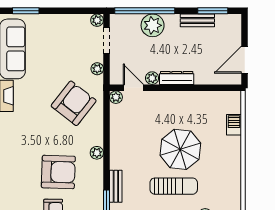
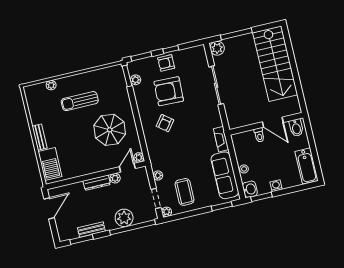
coffee table: (68, 40) -> (184, 192), added
door: (133, 88) -> (127, 168), swing flipped
armchair: (74, 103) -> (165, 123), moved, width x0.53, depth x0.53
barbecue: (234, 125) -> (50, 164), width x1.88, depth x1.53
parasol: (180, 149) -> (110, 130), moved
plant: (97, 153) -> (136, 80), moved
bench: (116, 186) -> (40, 137), moved

